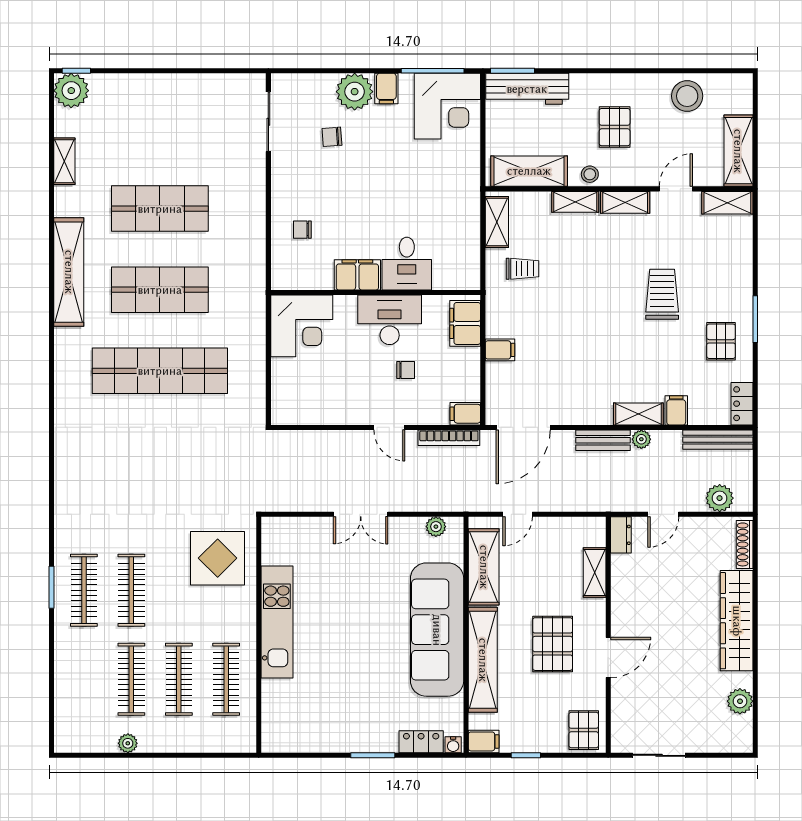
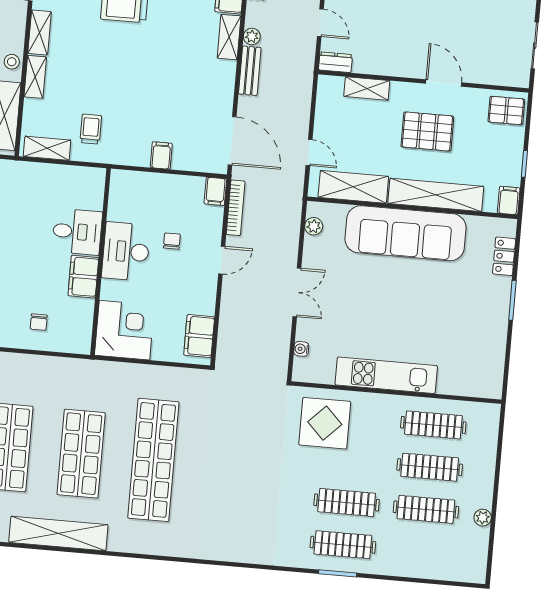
filing cabinet: (465, 323) -> (199, 336), moved, turned 90
water cooler: (453, 745) -> (301, 349), moved, turned 180

